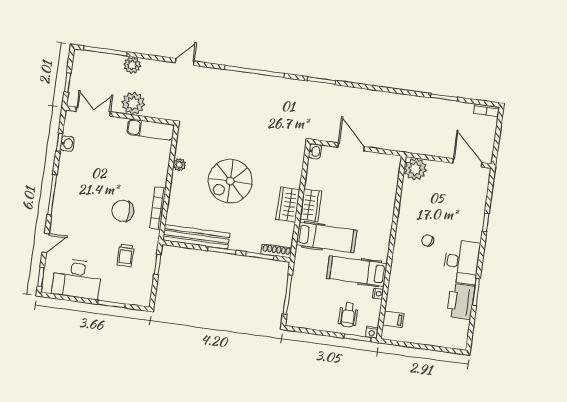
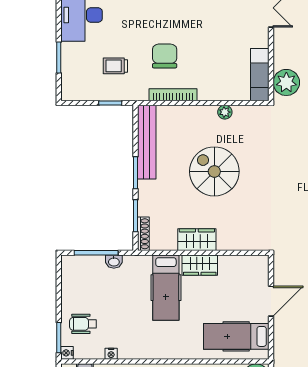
plant: (133, 103) -> (286, 82), moved
washbasin: (315, 151) -> (114, 262), moved
hospital bed: (357, 271) -> (236, 336), moved, turned -90

